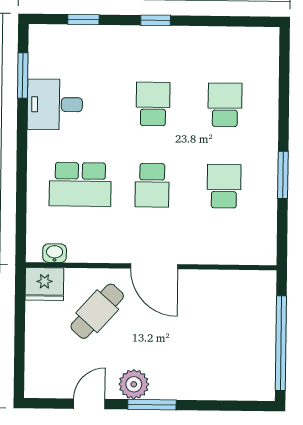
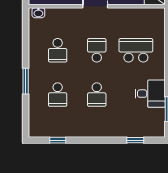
window: (156, 20) -> (58, 140), moved
window: (283, 175) -> (26, 81), moved
washbasin: (55, 253) -> (38, 13), moved

